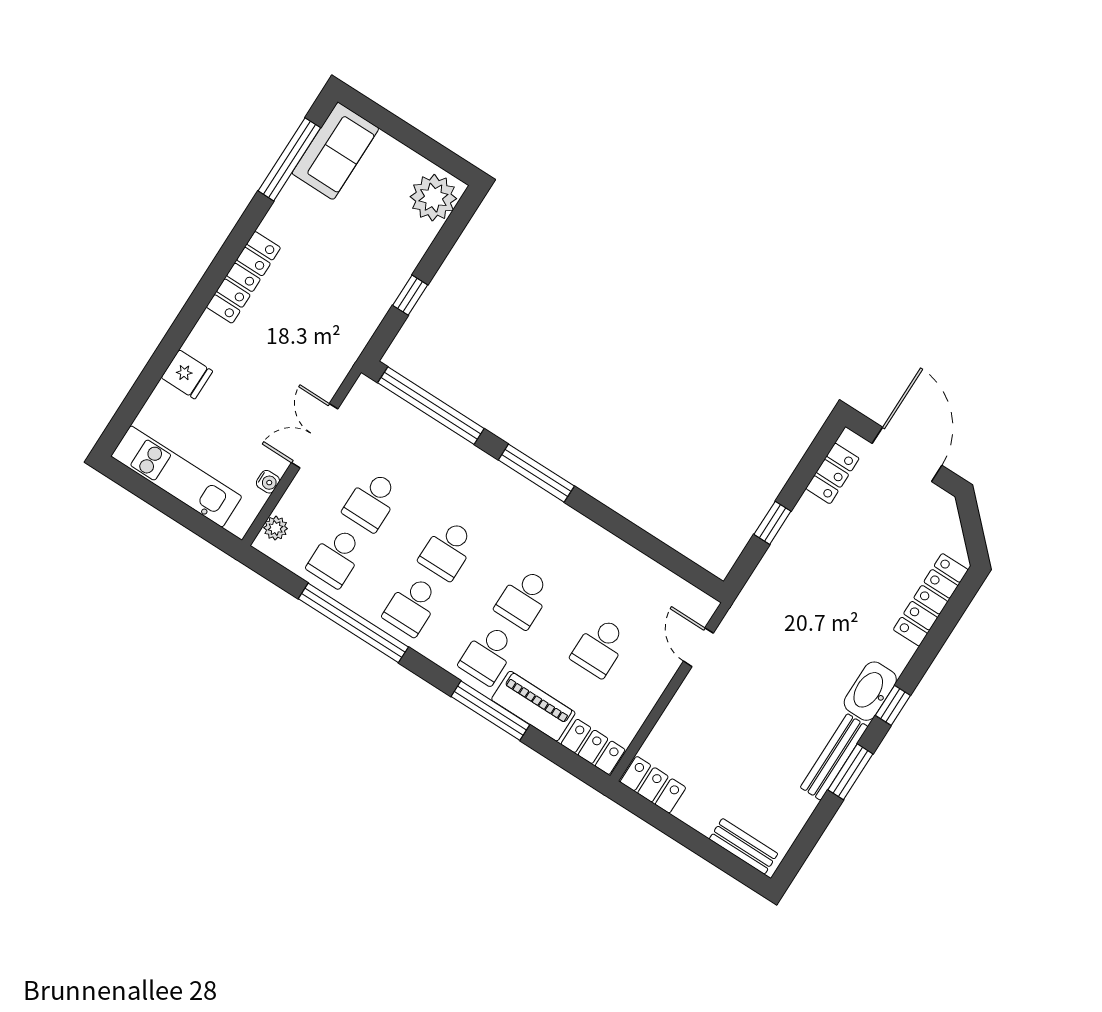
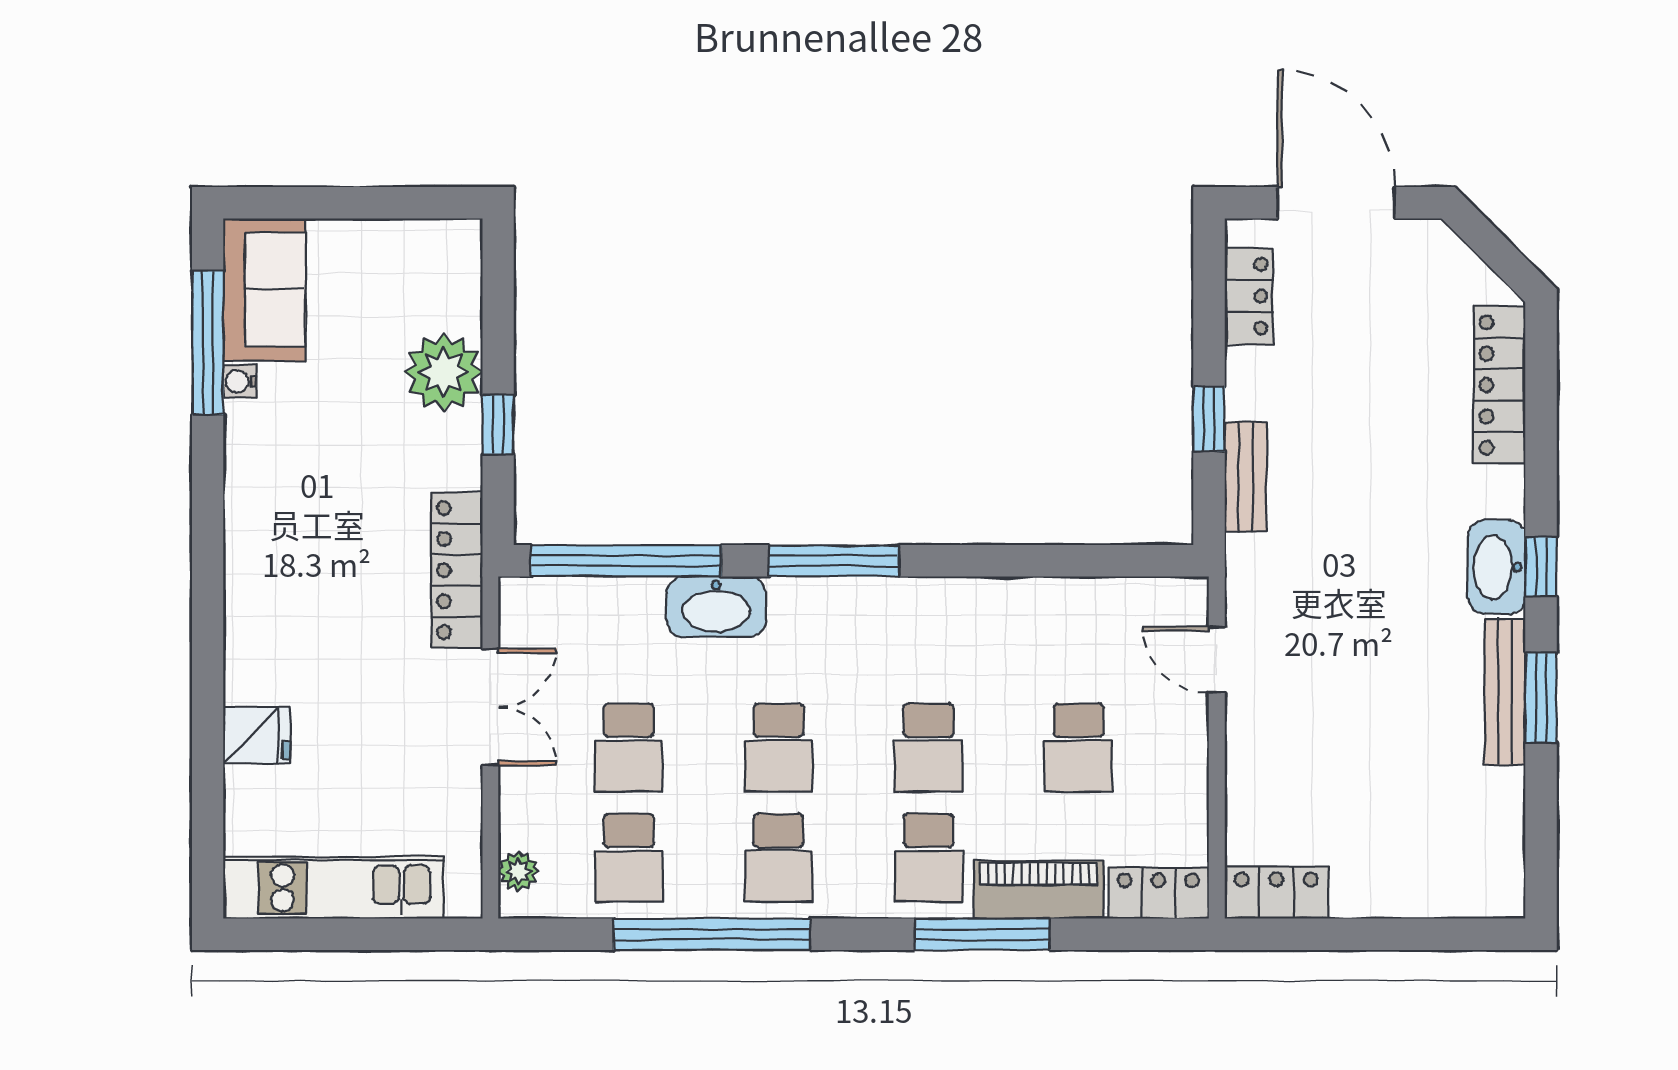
plant: (433, 198) -> (443, 372), moved
locker: (243, 277) -> (457, 570), moved, turned 180
double door: (315, 436) -> (490, 707), swing flipped
washbasin: (462, 458) -> (716, 607), added
water cooler: (268, 482) -> (240, 382), moved, turned 180
bench: (744, 846) -> (1245, 477), moved, turned 90

